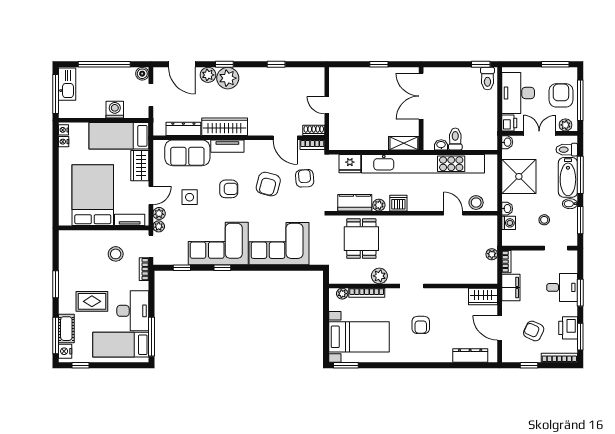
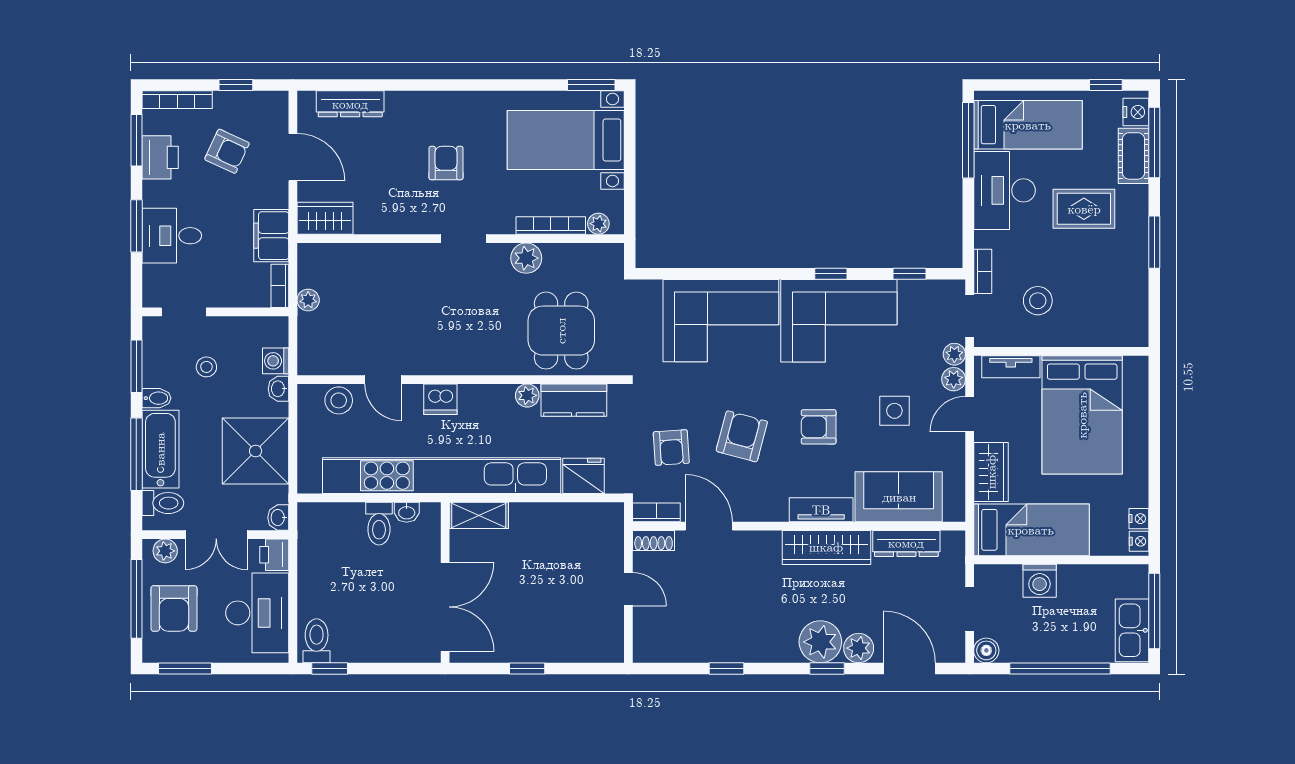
dishwasher: (398, 203) -> (440, 399), moved

